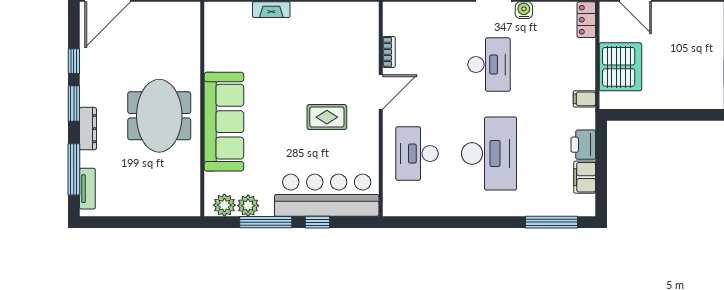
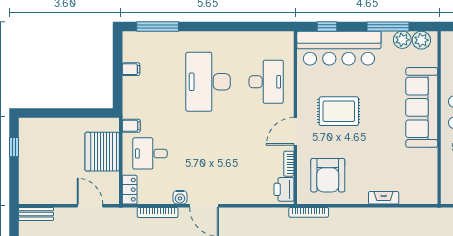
armchair: (340, 38) -> (328, 175), added
desk: (489, 65) -> (150, 153), moved, width x0.73
rug: (327, 117) -> (339, 111), width x1.36, depth x1.43
printer: (583, 145) -> (284, 189), moved, turned 180
filing cabinet: (585, 177) -> (131, 69), width x0.50
window: (317, 222) -> (327, 26), moved

